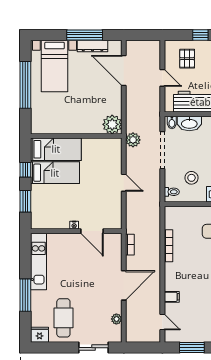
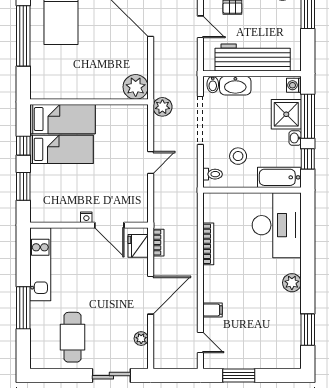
door: (124, 183) -> (151, 162), hinge flipped
fridge: (39, 335) -> (138, 246), moved, turned -90

